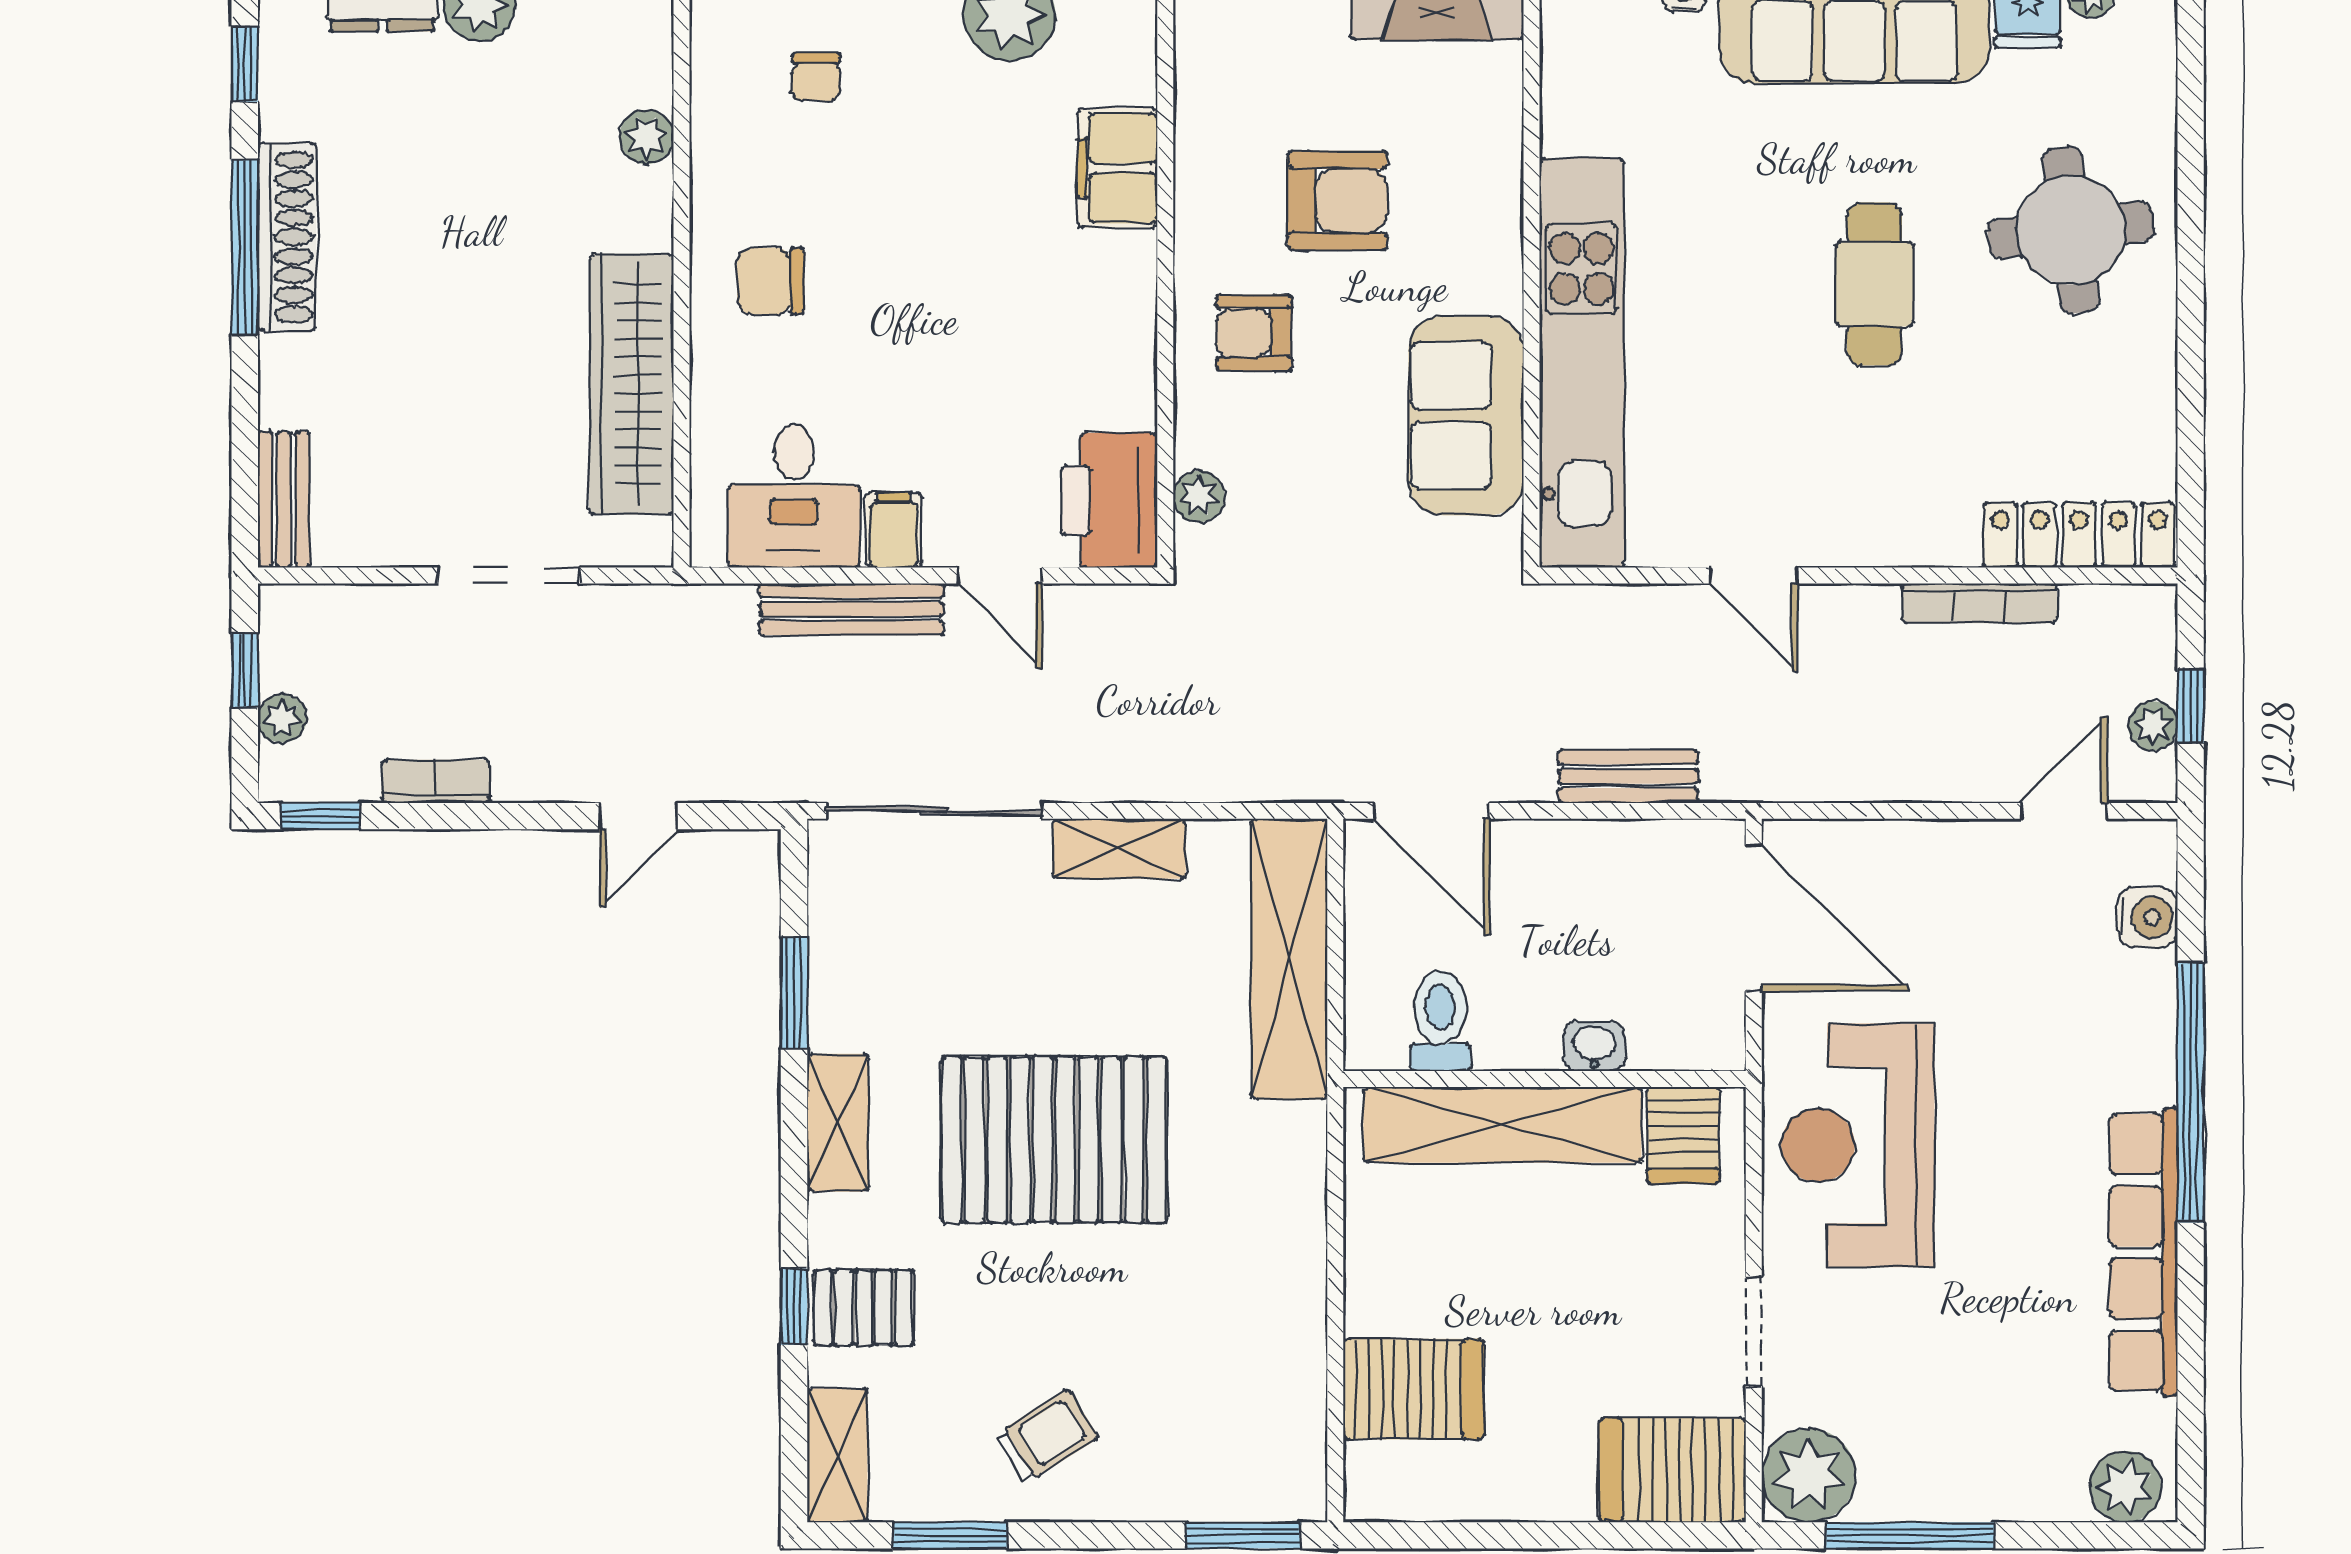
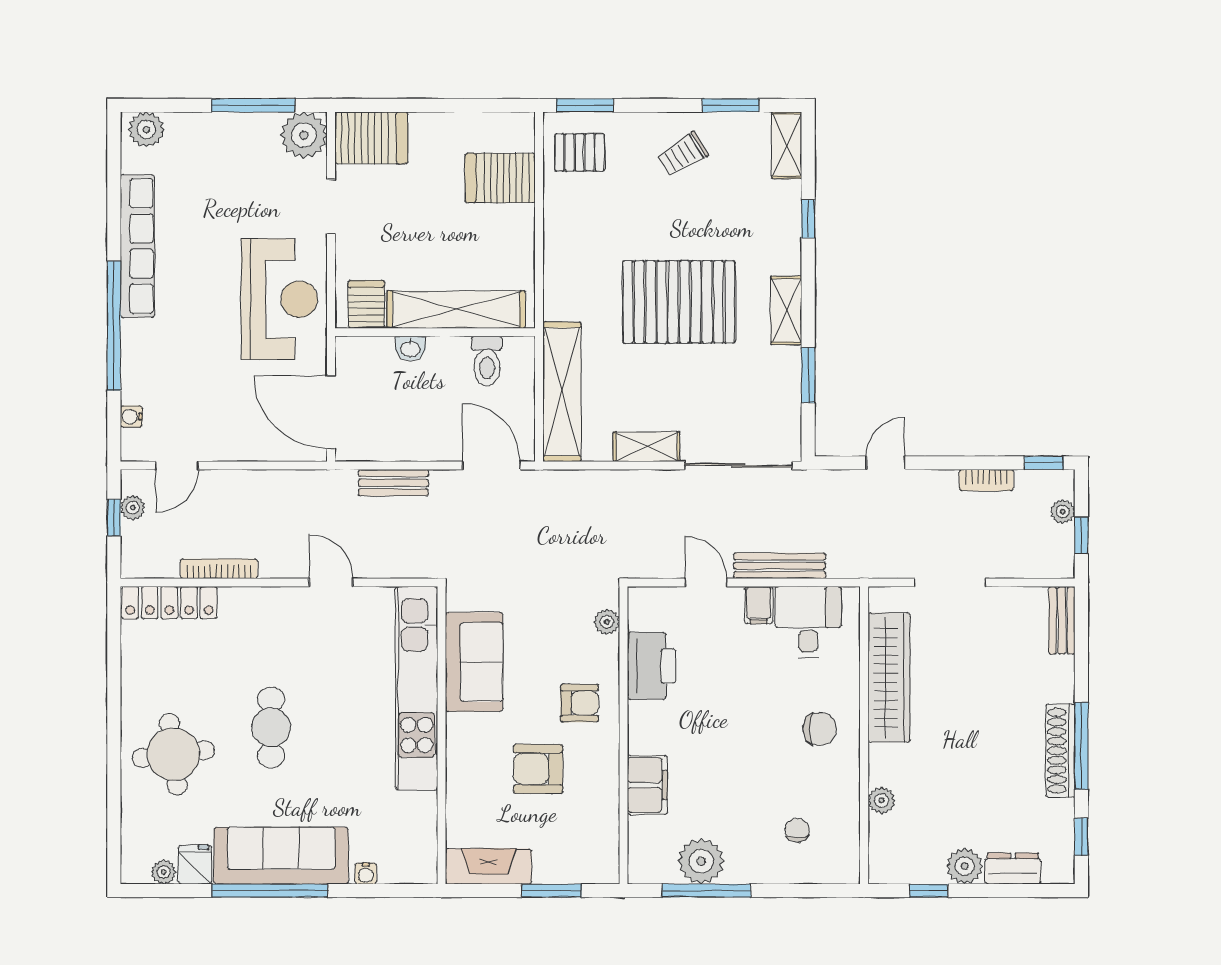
printer: (1109, 500) -> (652, 666), moved
water cooler: (2147, 917) -> (131, 417), width x0.72, depth x0.72
pallet: (864, 1308) -> (580, 152), moved

